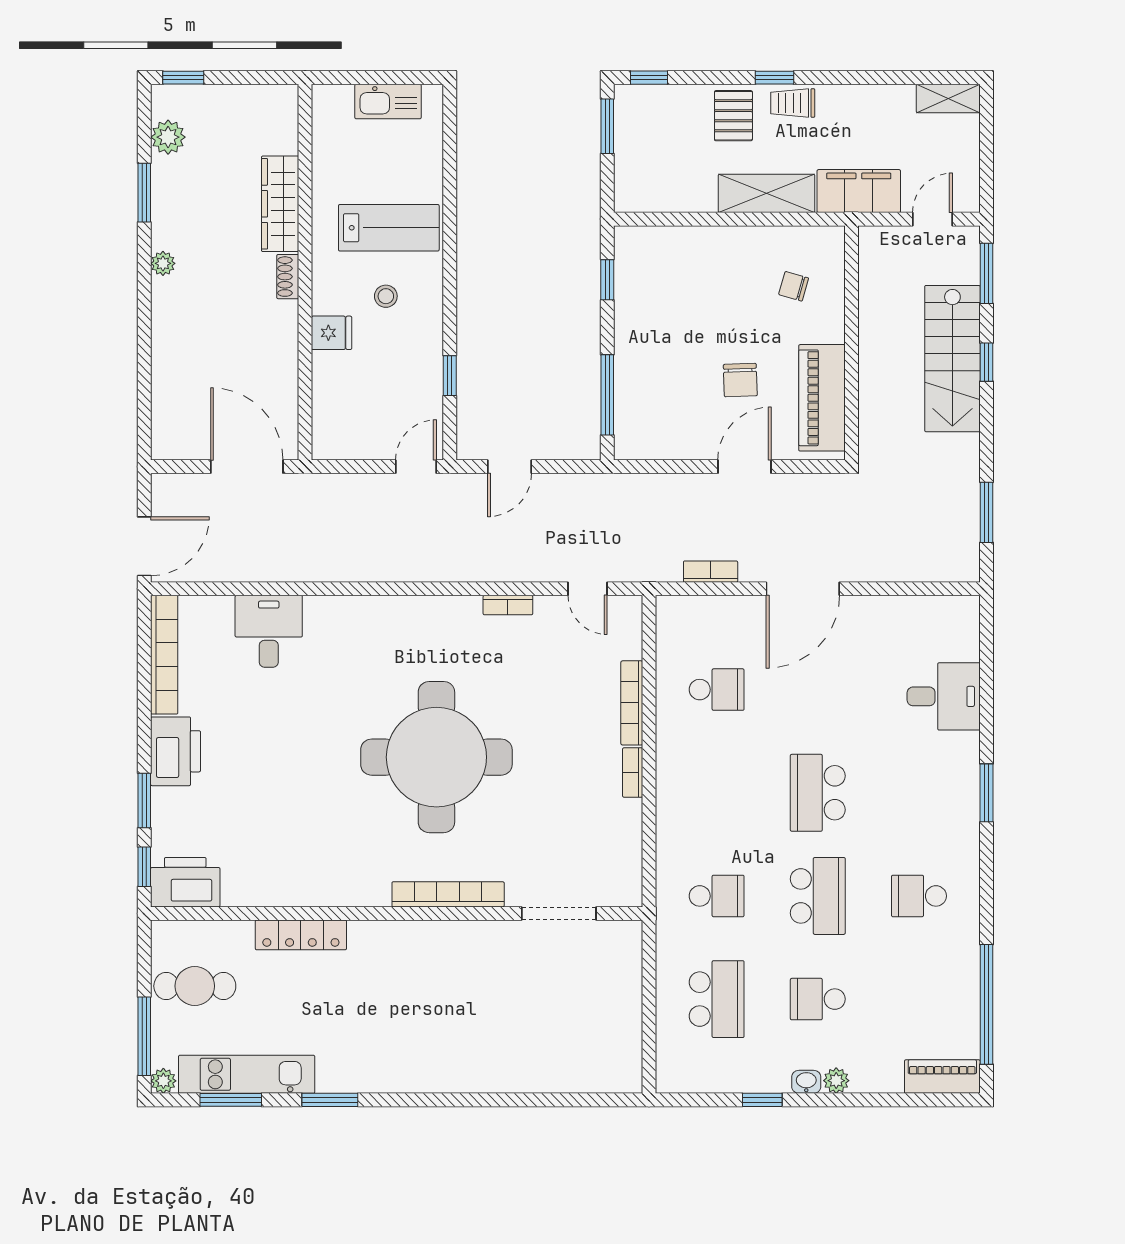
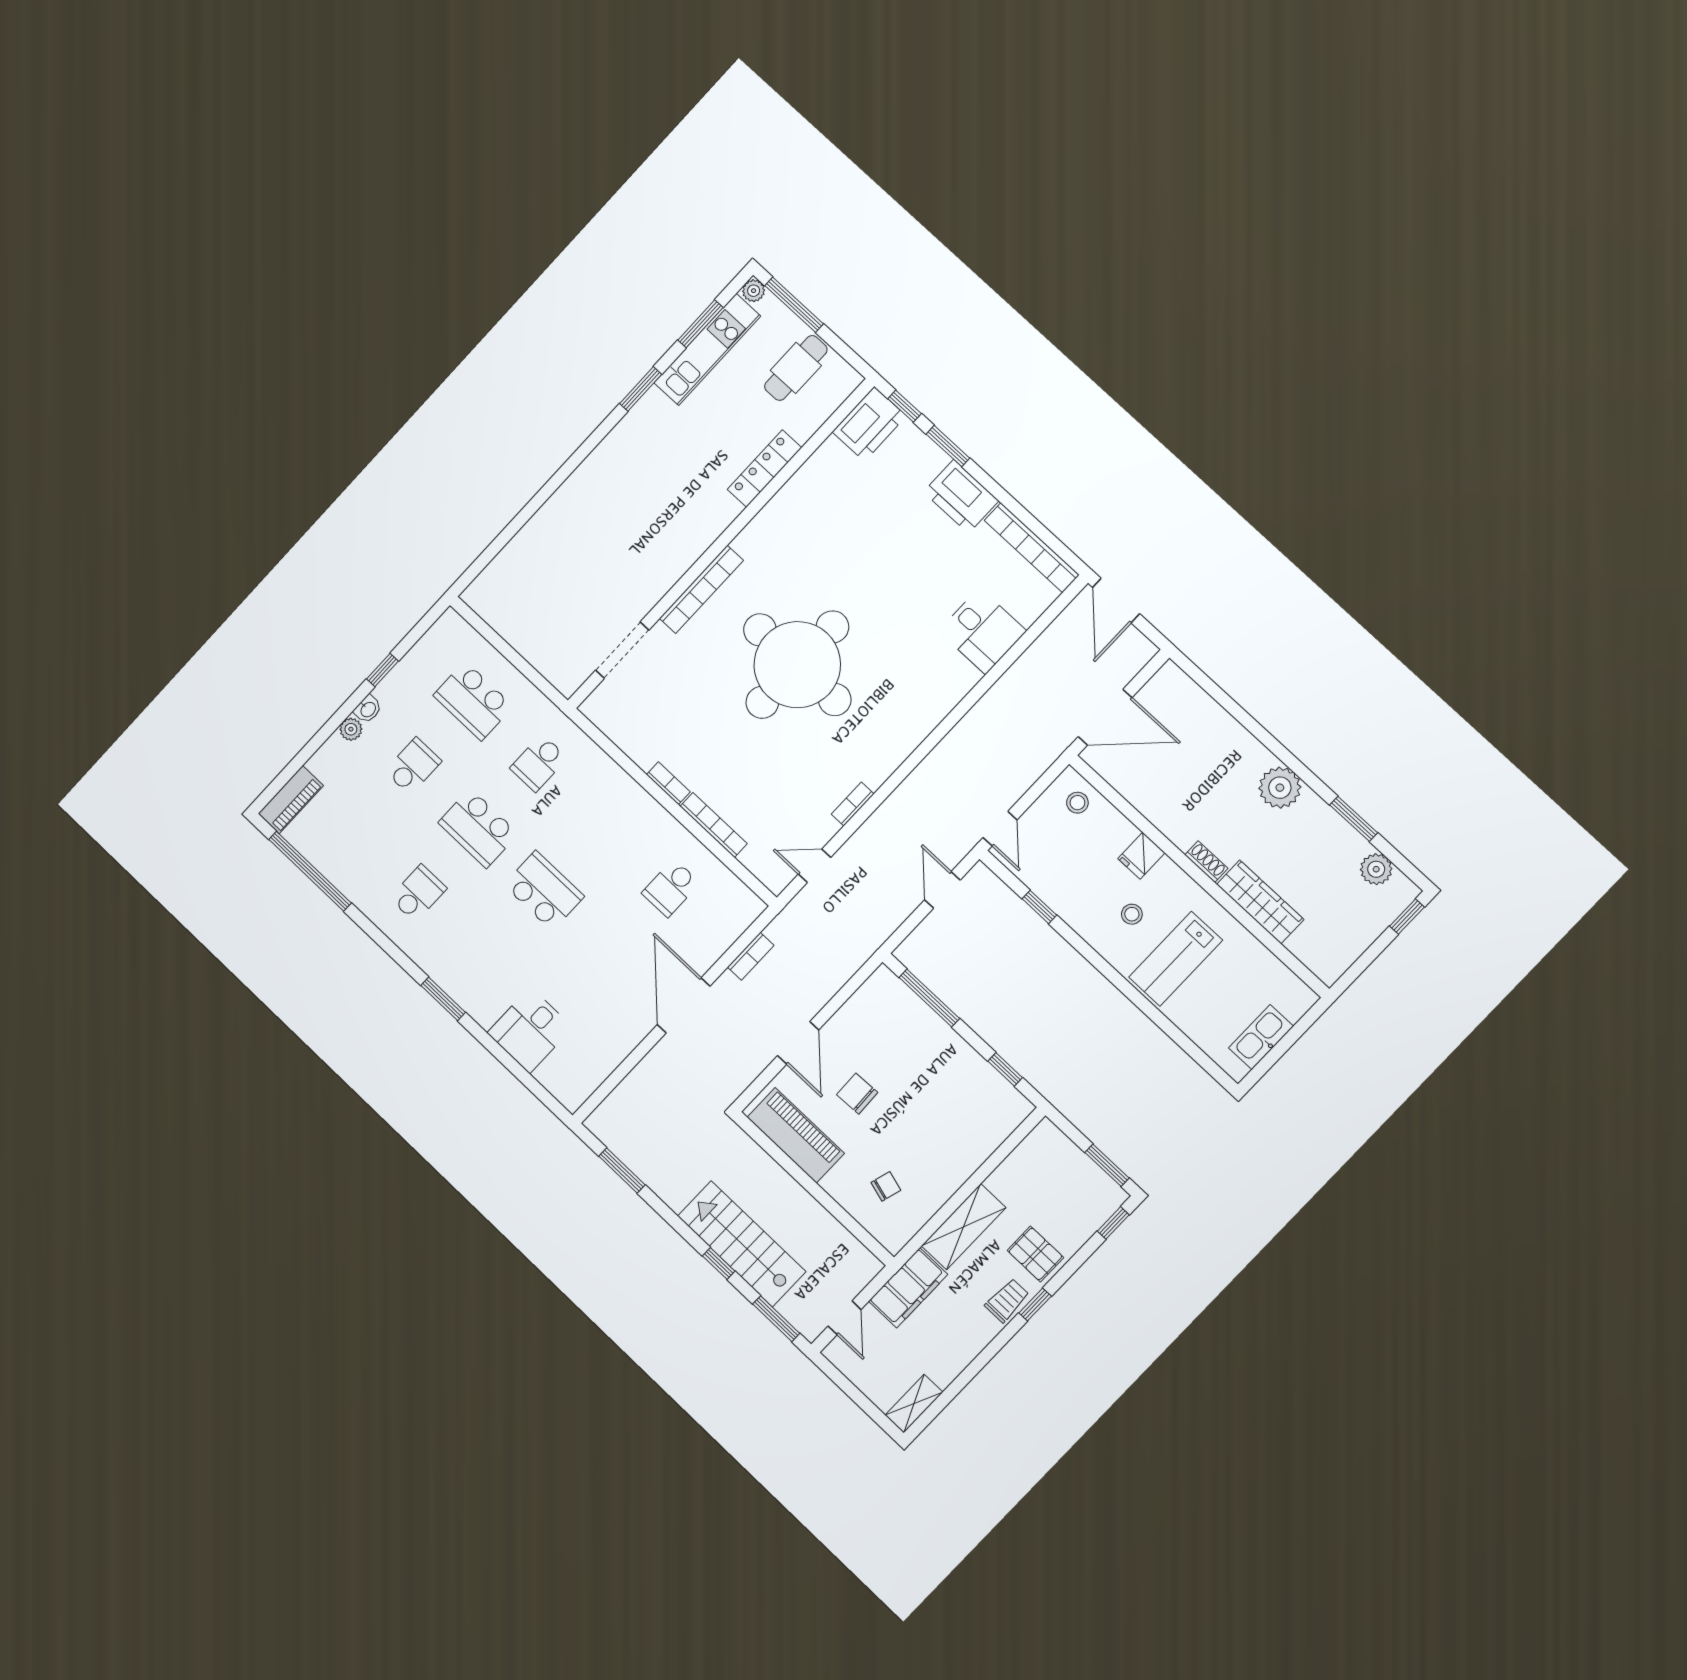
plant: (163, 263) -> (1280, 788), width x1.88, depth x1.88
stool: (337, 424) -> (1077, 803), added

